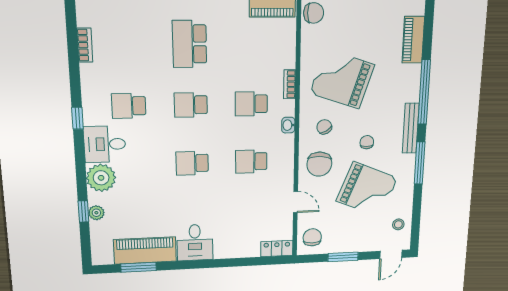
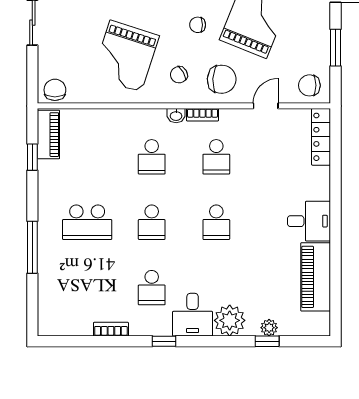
bookcase: (85, 45) -> (111, 329), moved
bookcase: (290, 84) -> (203, 115), moved
locker: (277, 249) -> (321, 137), width x1.53
window: (139, 267) -> (336, 285), removed

